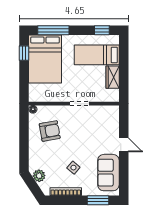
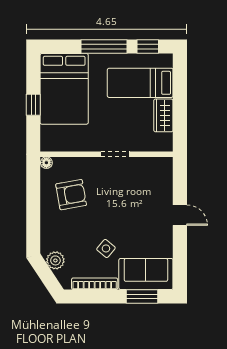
window: (53, 30) -> (104, 46), moved
window: (24, 53) -> (33, 105), moved
sofa: (108, 173) -> (146, 274), moved, turned 90

